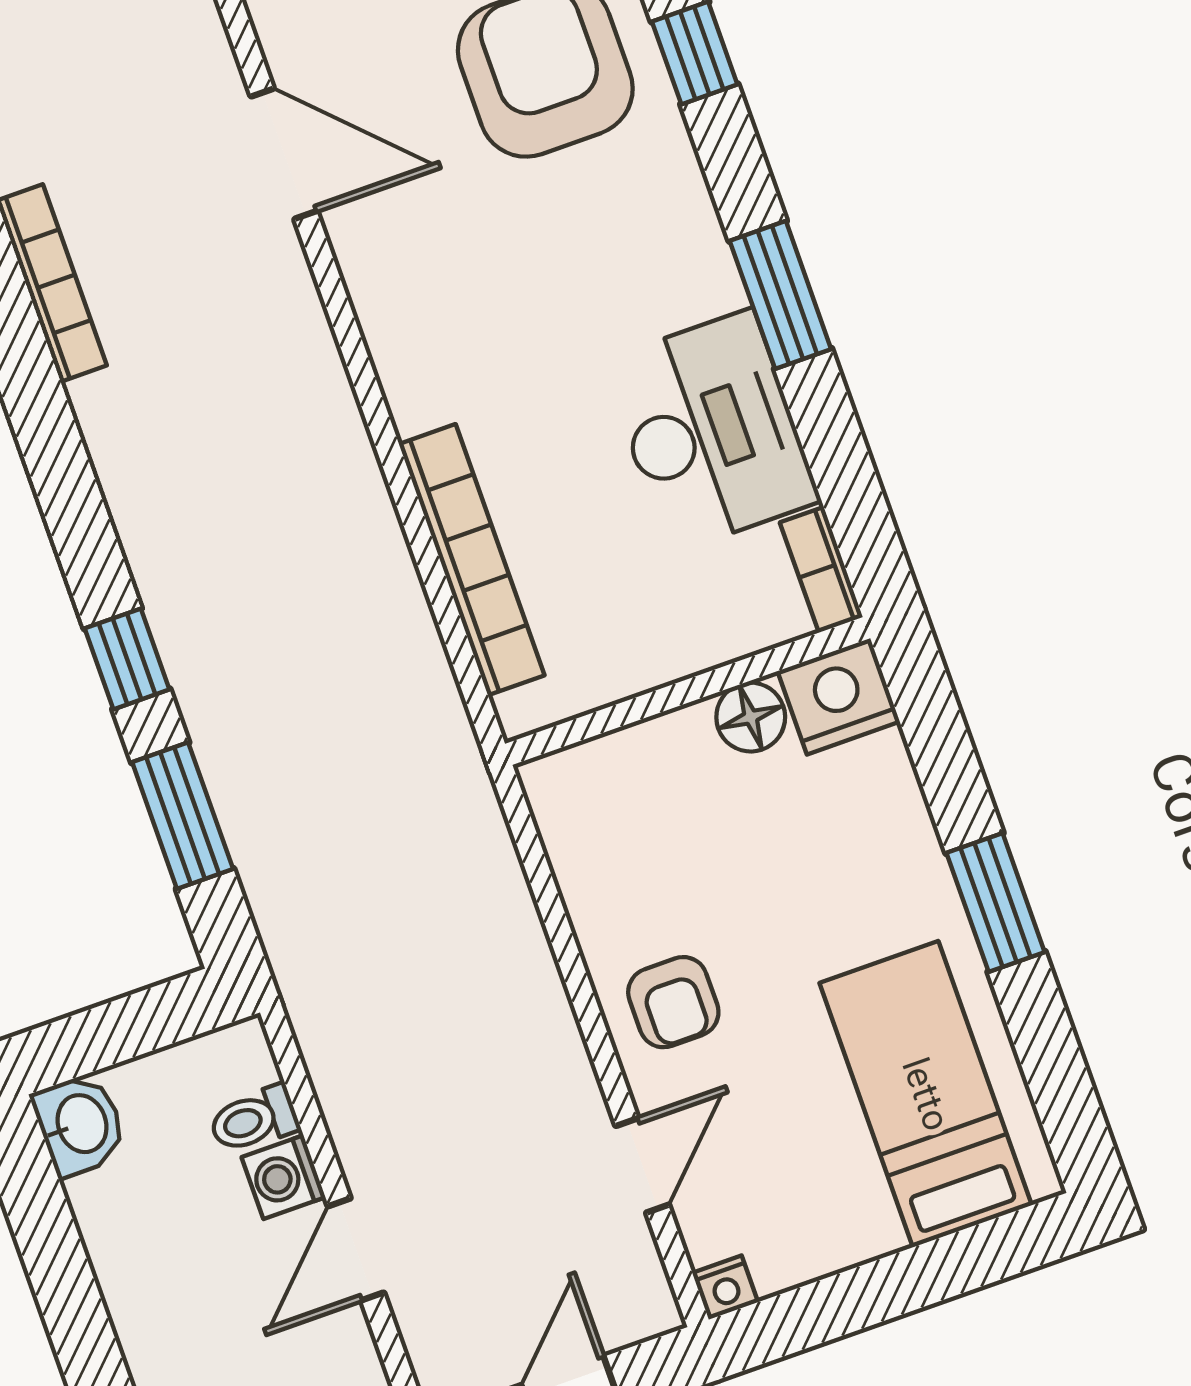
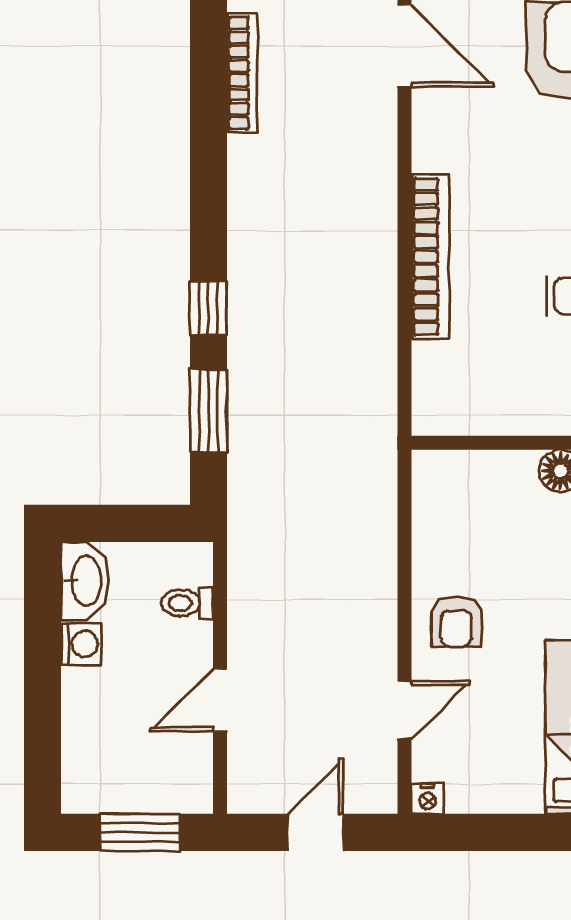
bookcase: (472, 560) -> (430, 257), moved
washbasin: (80, 1124) -> (85, 581), width x1.38
washing machine: (284, 1177) -> (81, 644), moved, turned 180

